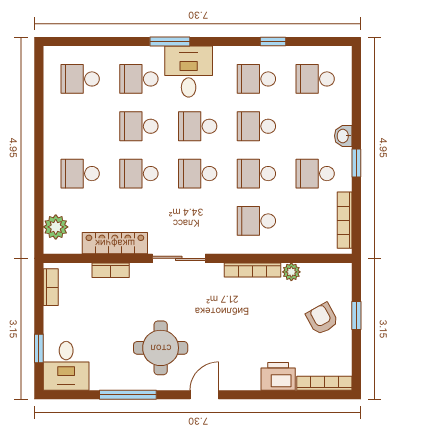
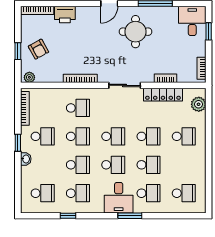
plant: (291, 272) -> (29, 77), moved

